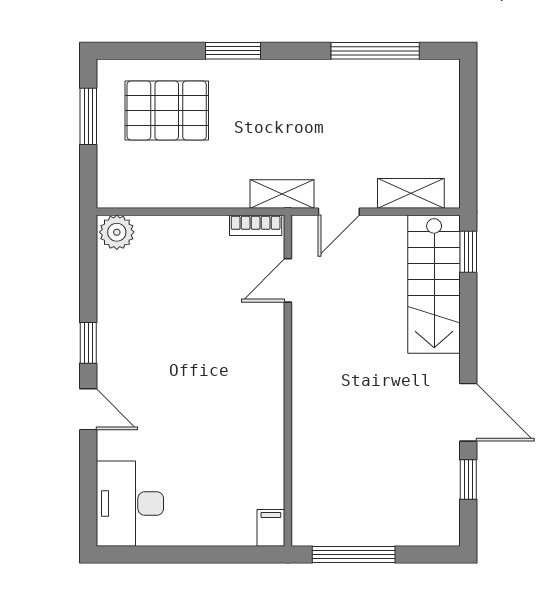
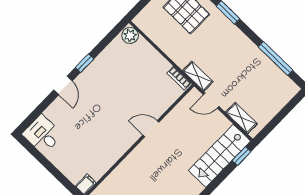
door: (288, 280) -> (151, 129), moved
desk: (130, 504) -> (43, 134), width x0.73

